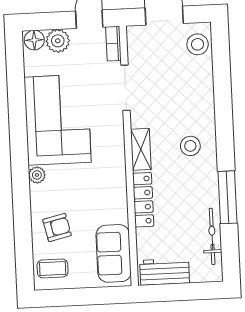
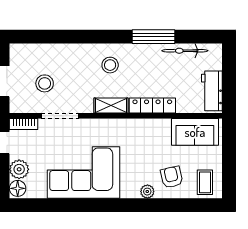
stool: (198, 44) -> (45, 83), moved
plant: (37, 175) -> (147, 192), moved

